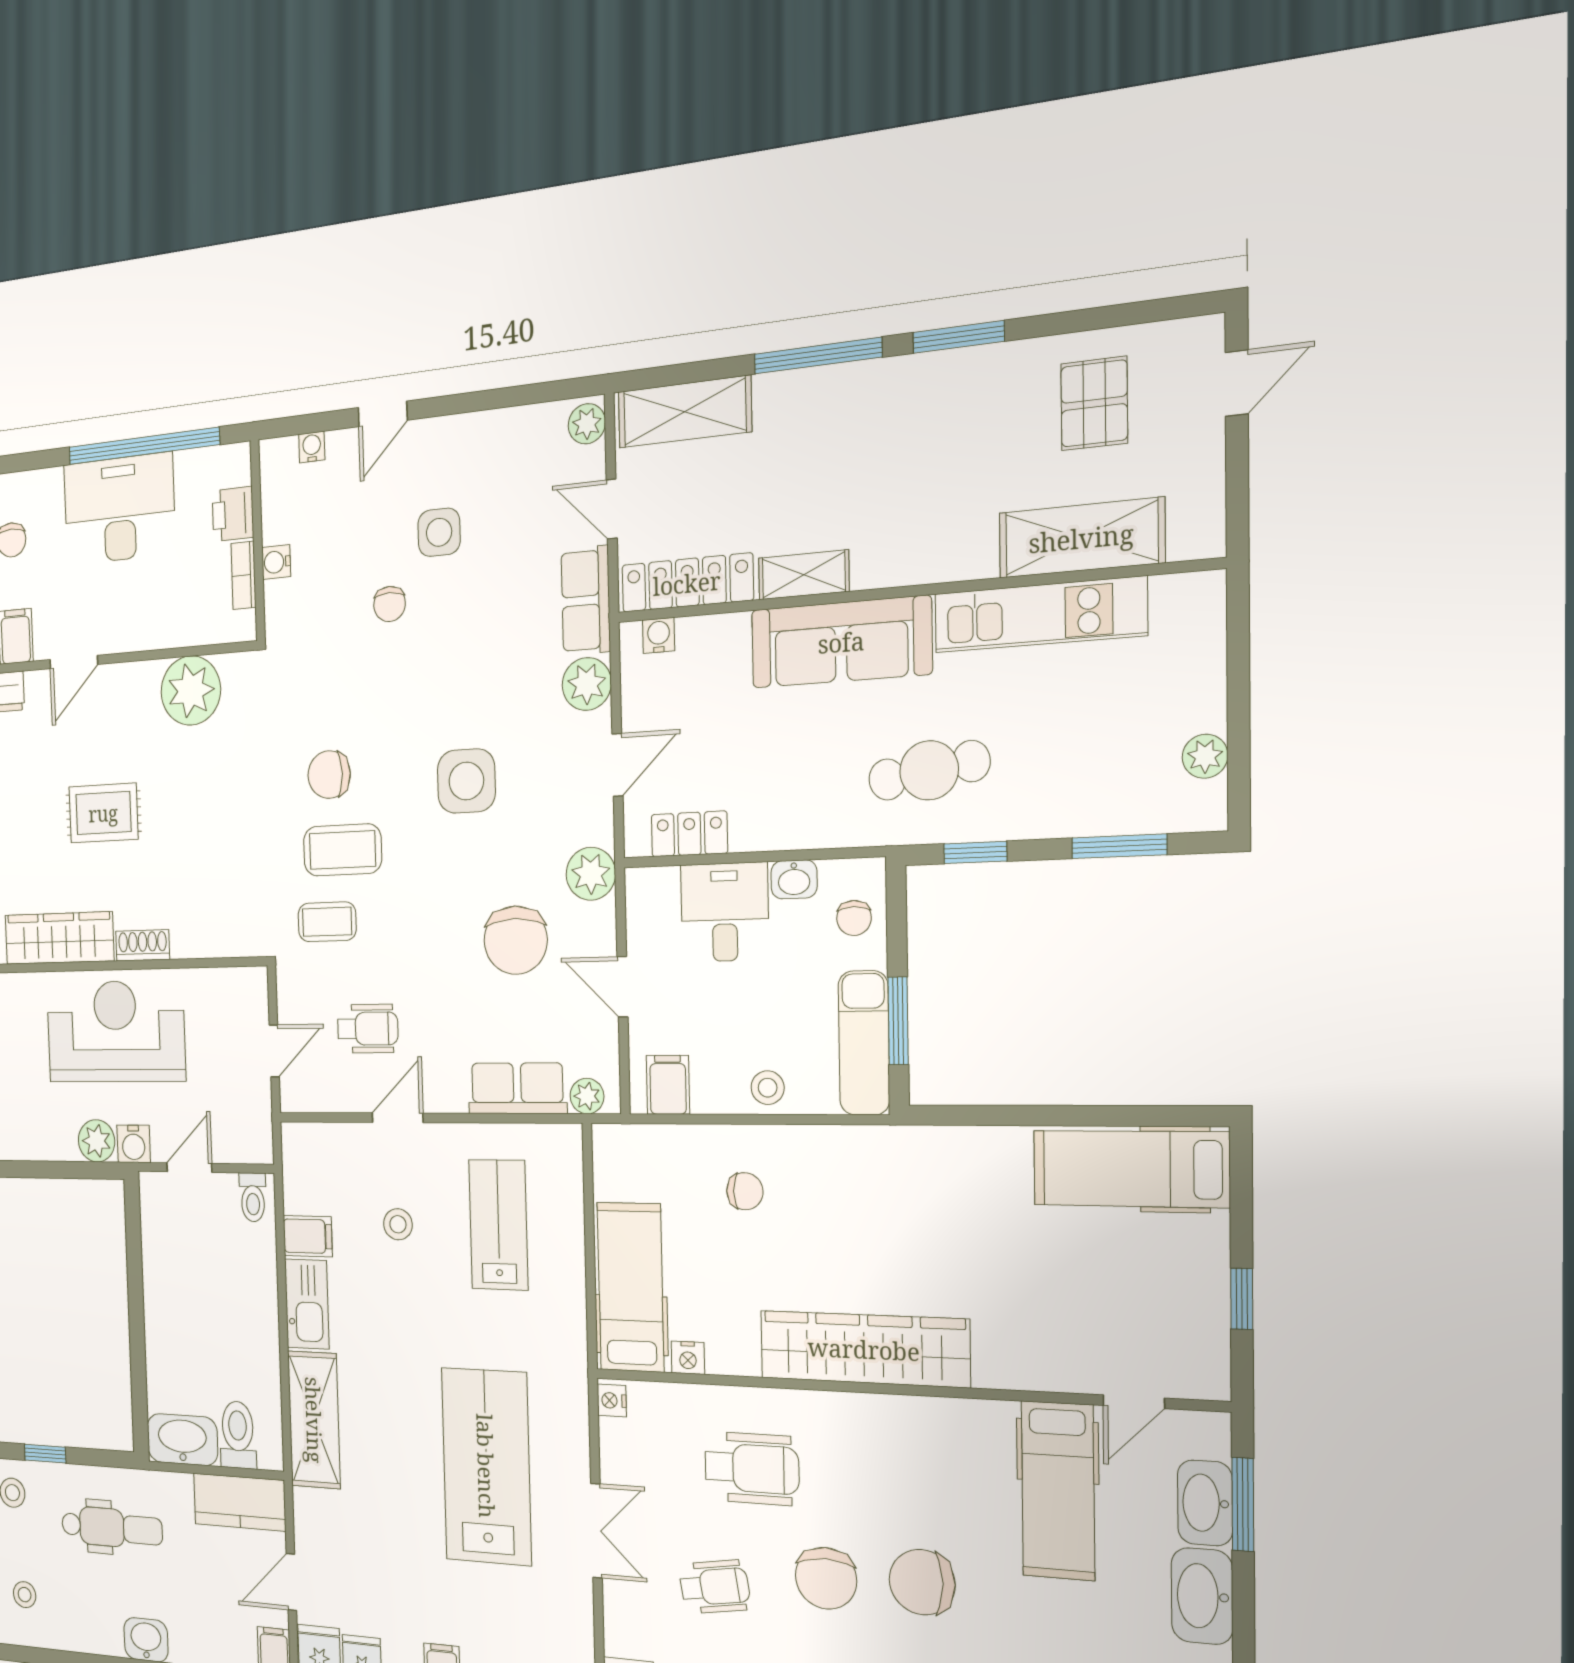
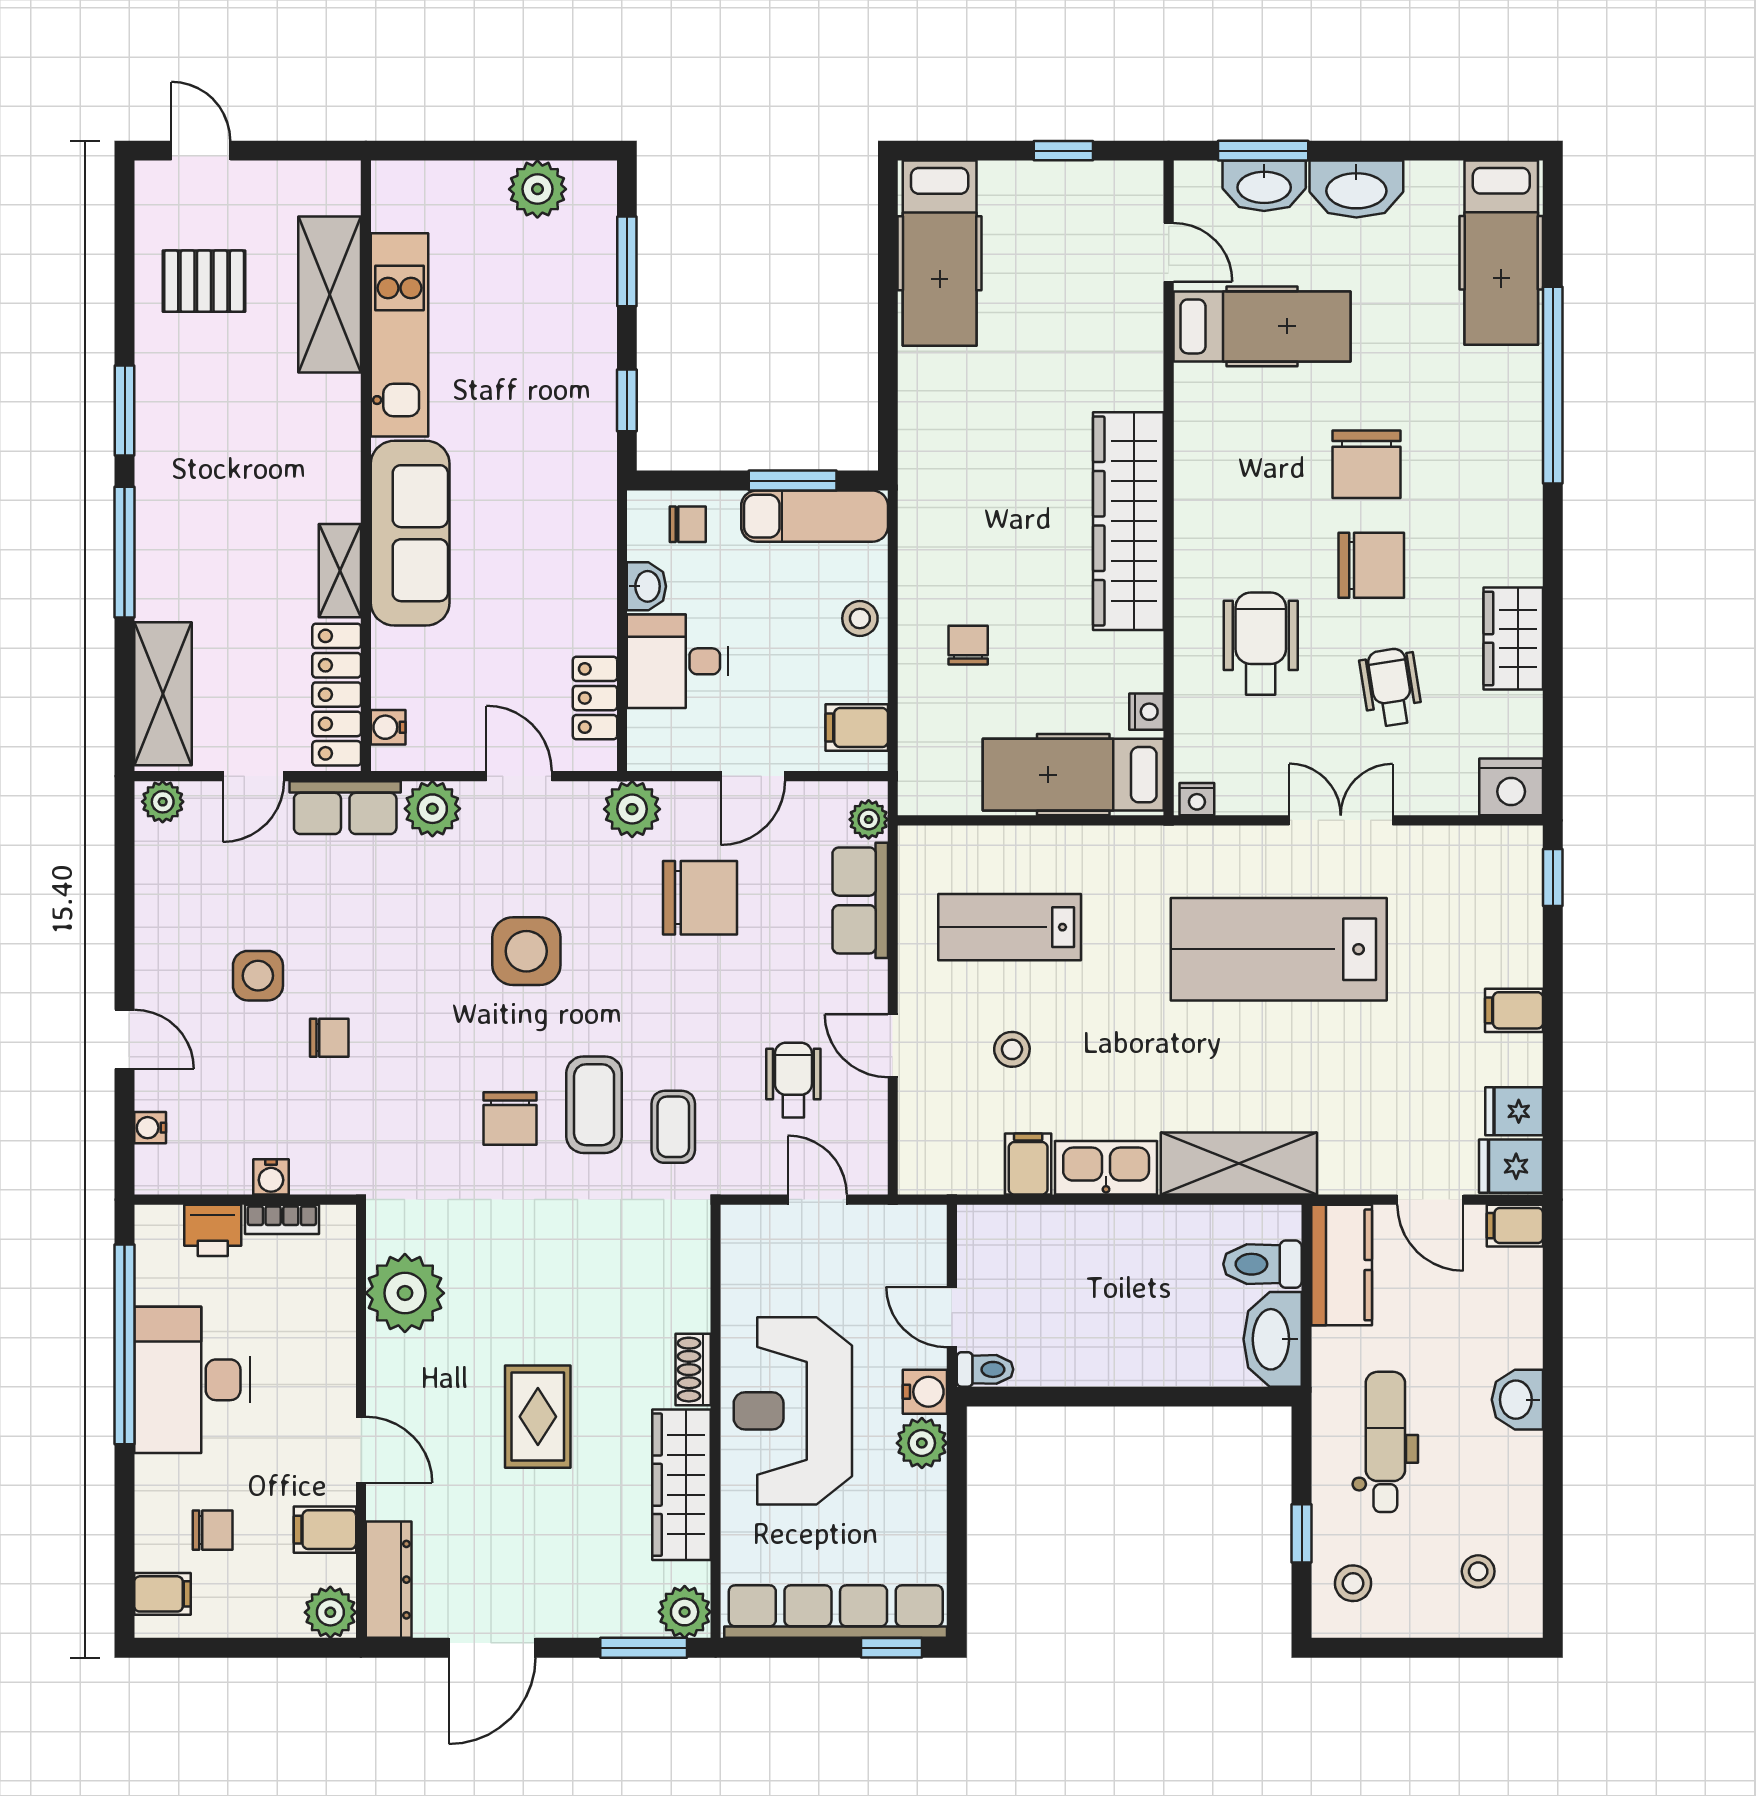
plant: (1205, 756) -> (537, 189), width x1.38, depth x1.38
cafe table: (929, 770) -> (544, 445), removed
toilet: (253, 1197) -> (985, 1369), moved

